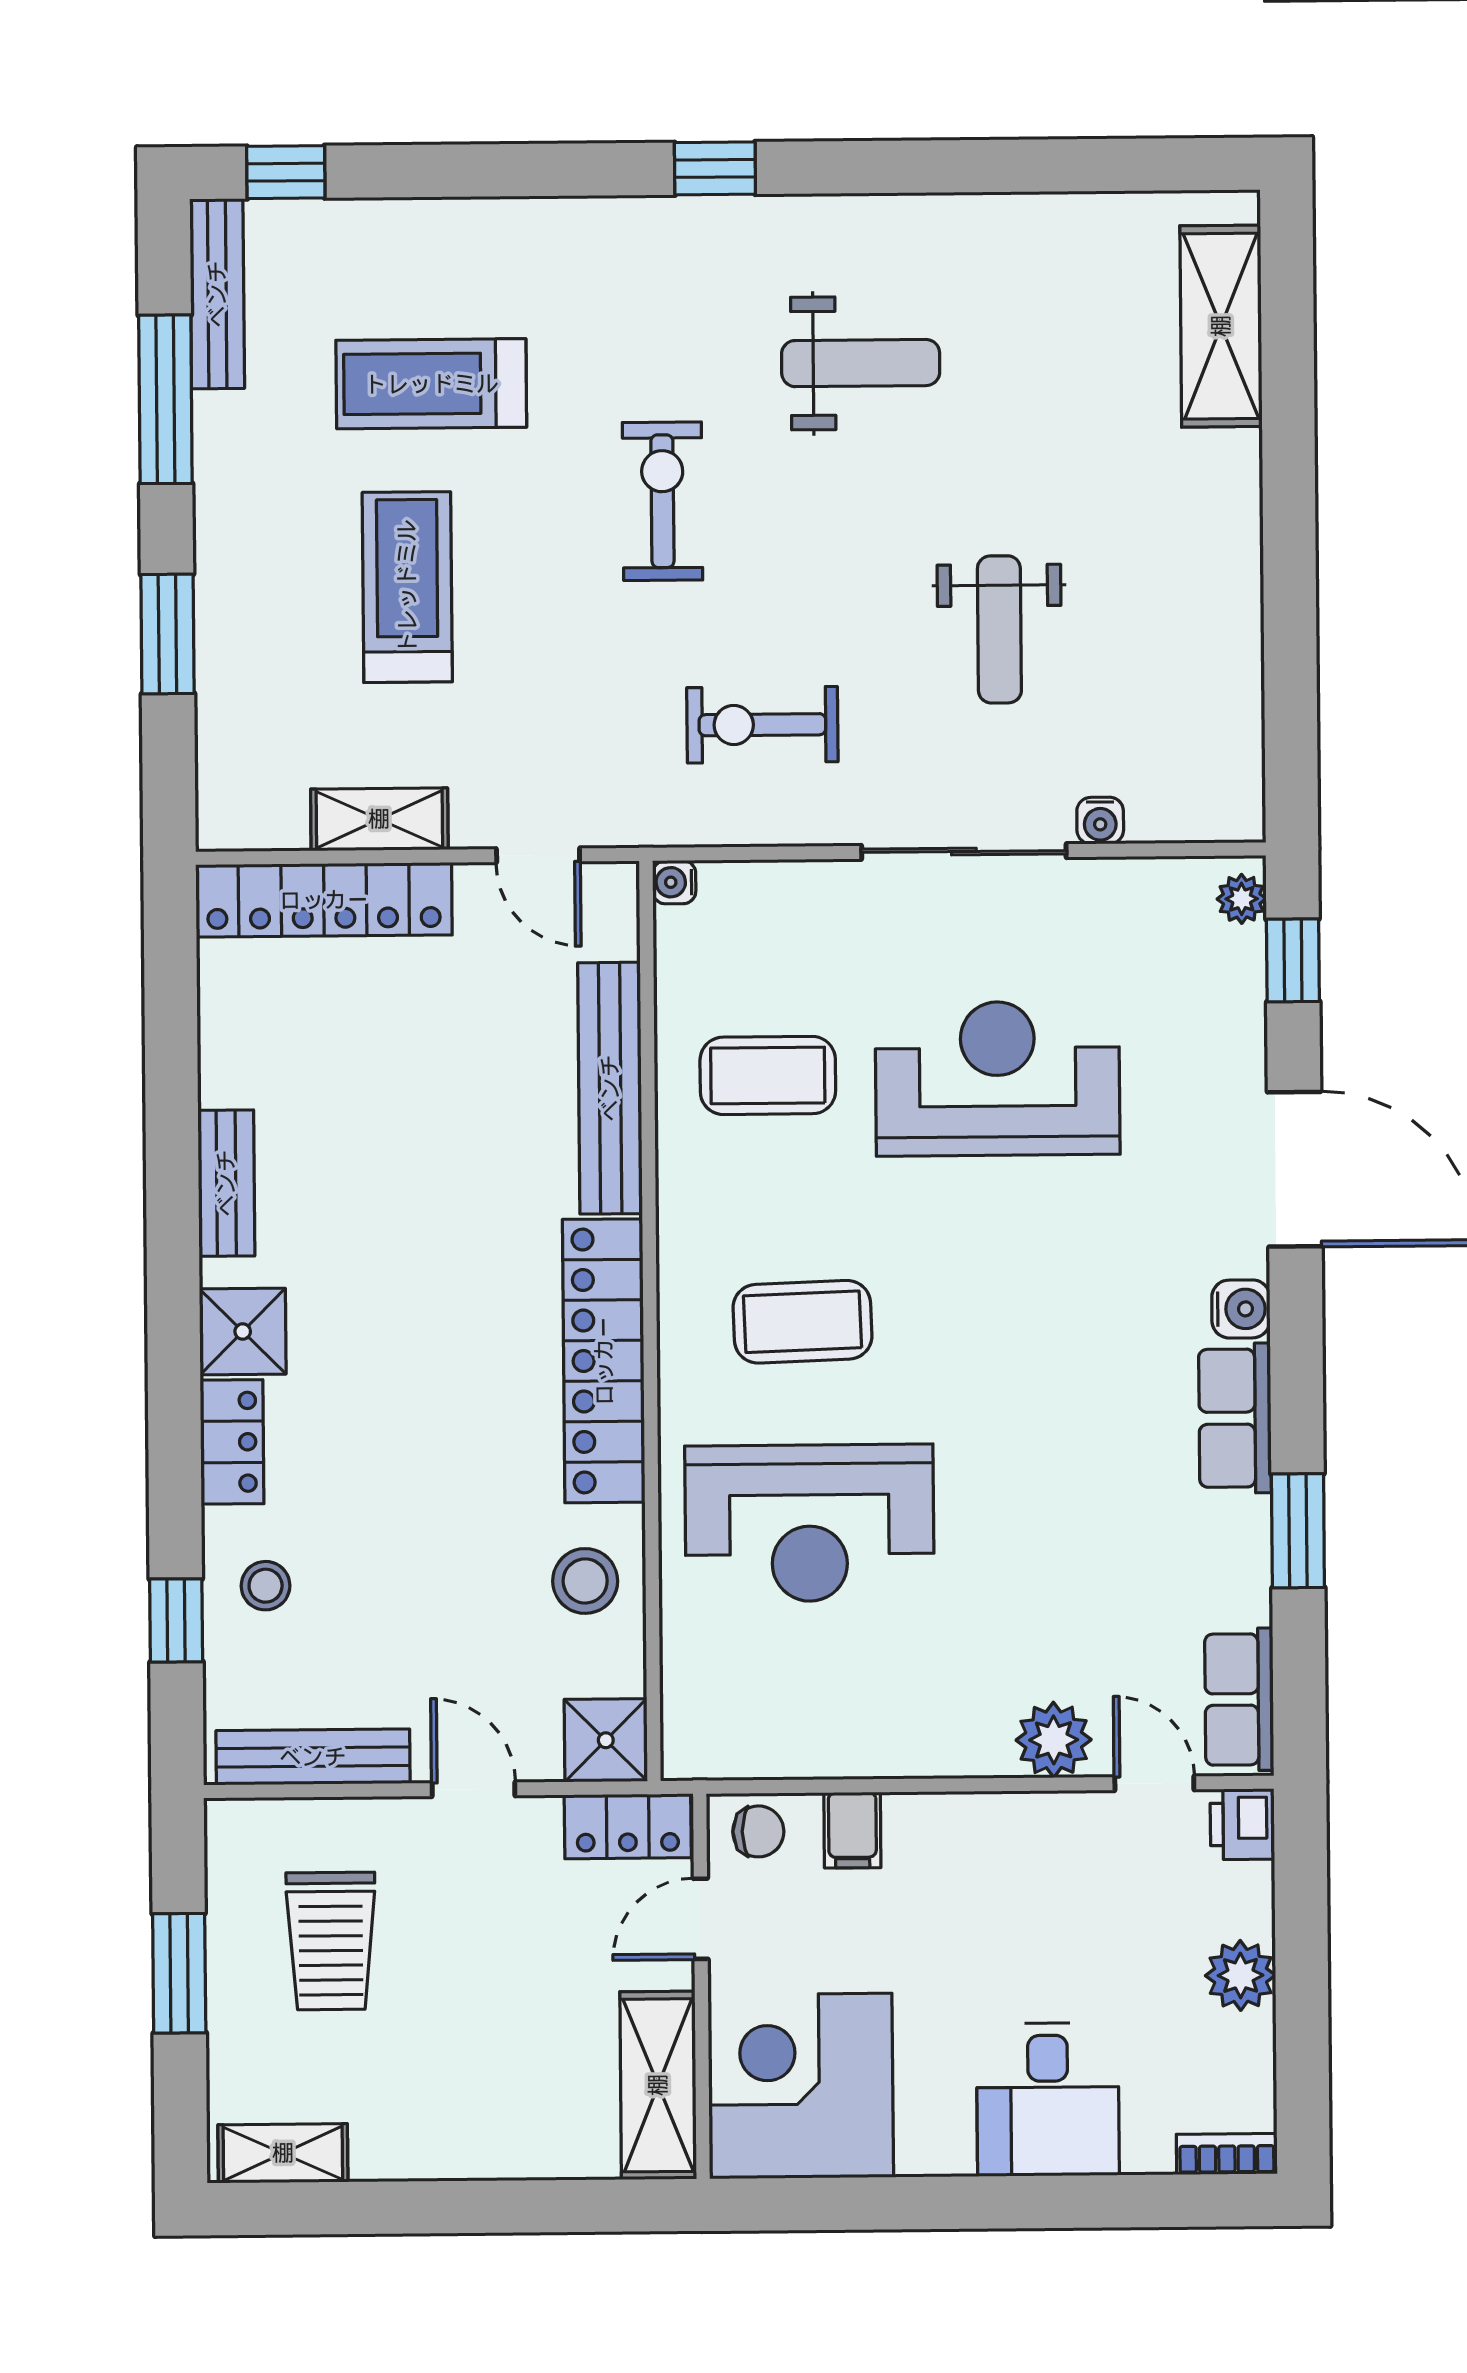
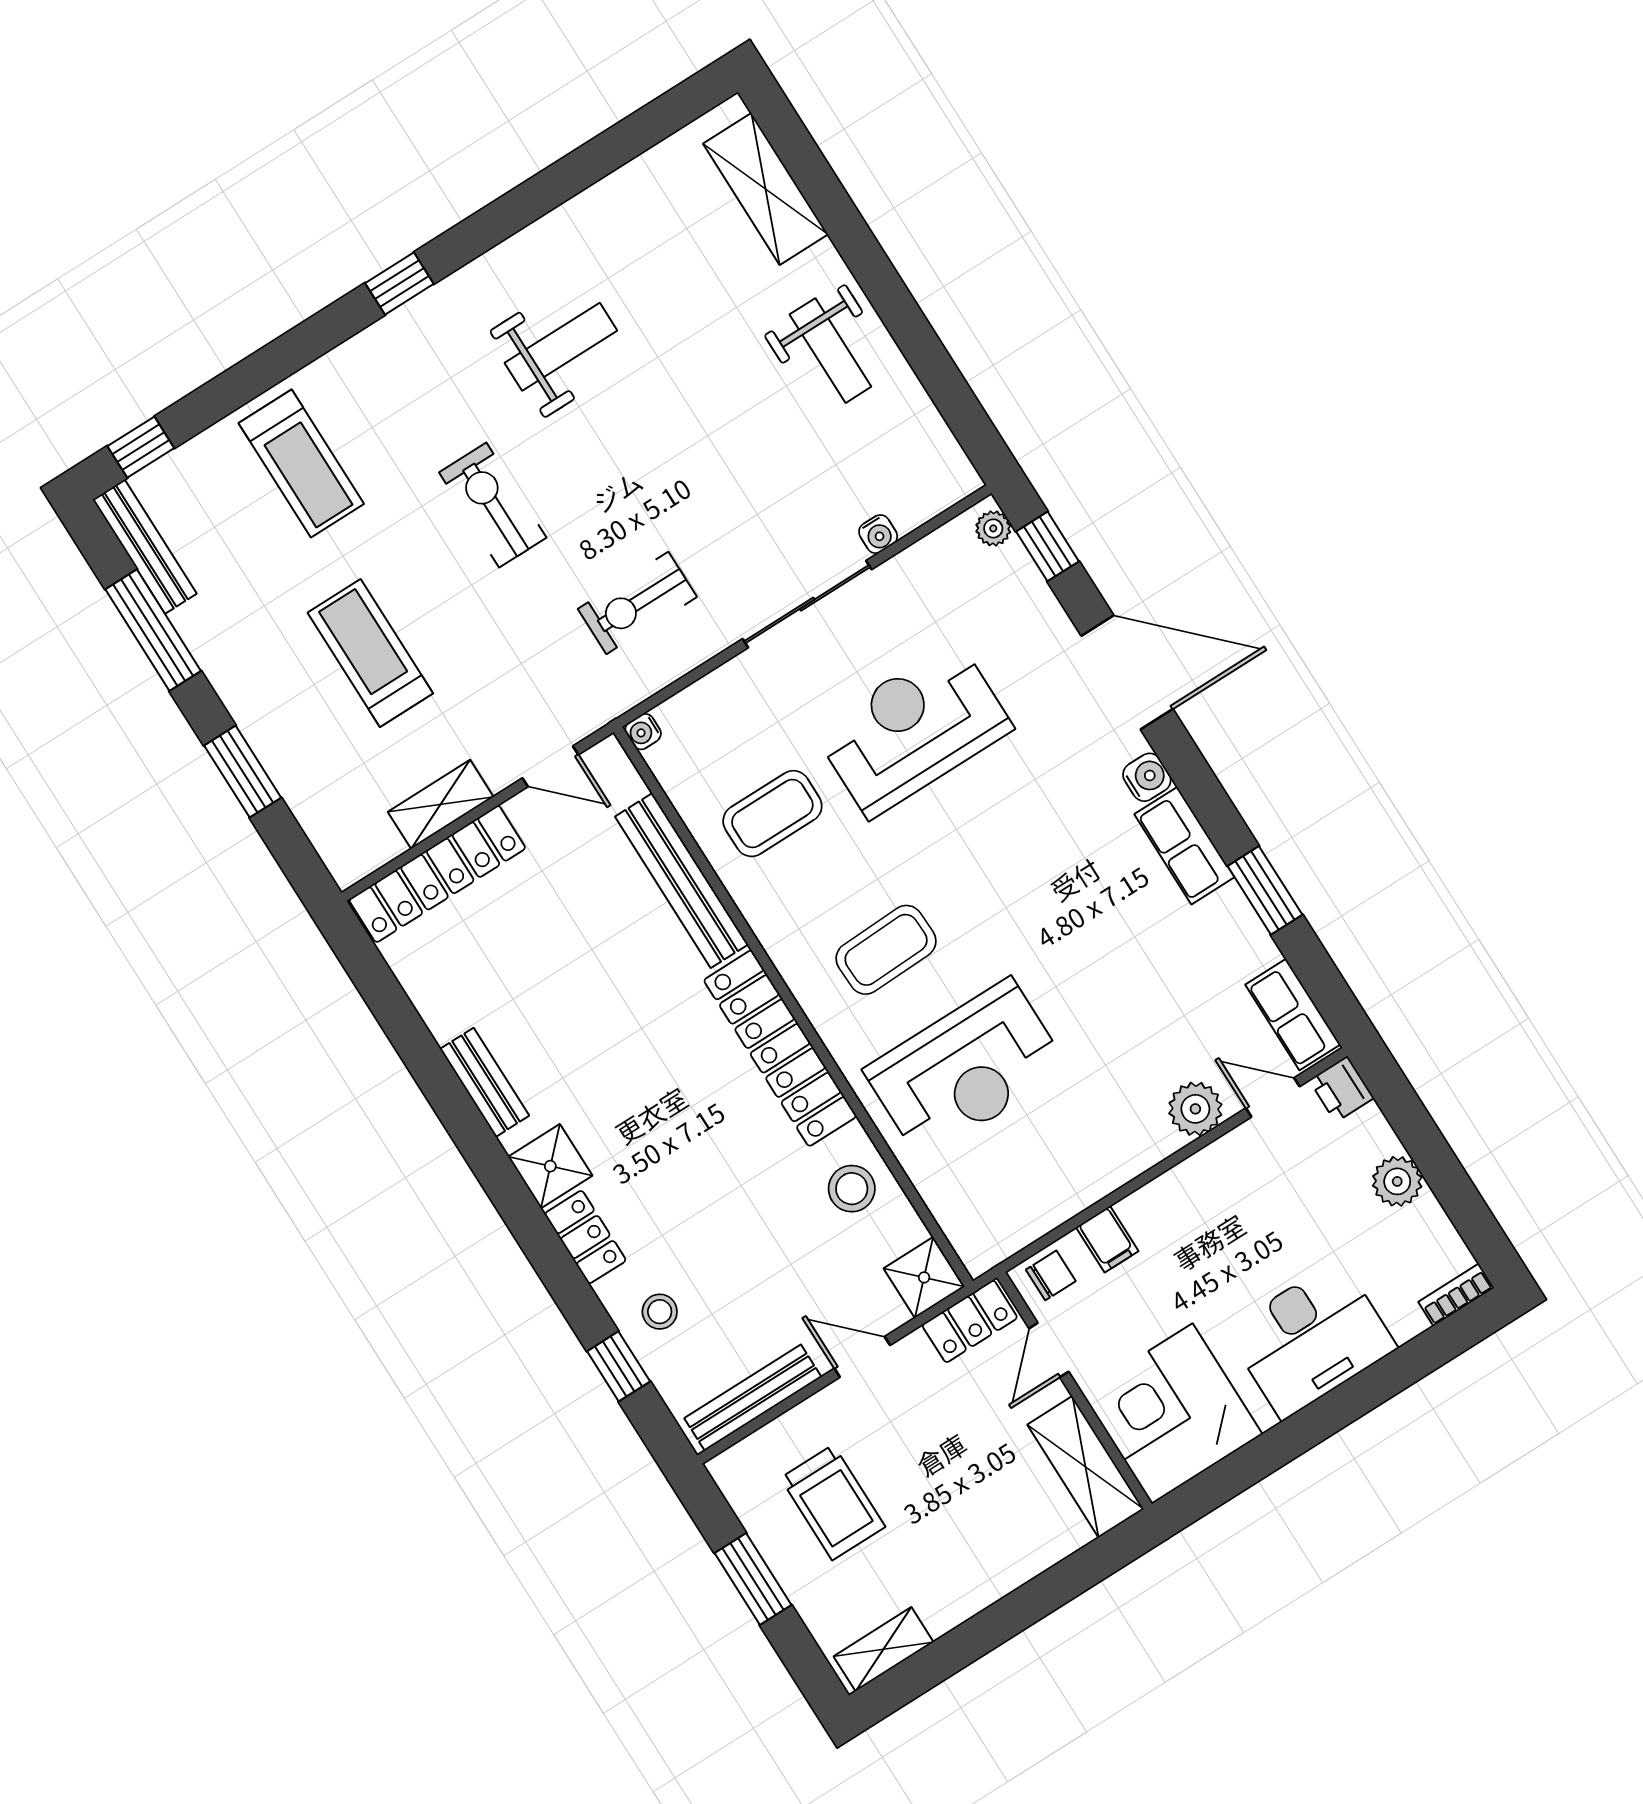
treadmill: (431, 384) -> (301, 463), moved, turned -90
weight bench: (999, 629) -> (830, 351), moved
desk: (1048, 2099) -> (1311, 1339), width x1.37

